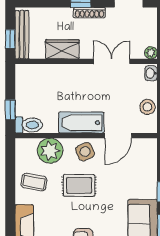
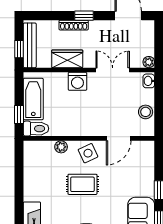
shoe rack: (89, 13) -> (74, 25), moved
washing machine: (74, 74) -> (77, 81), added
bathtub: (81, 123) -> (33, 99), moved, turned 90
plant: (50, 151) -> (61, 147), width x0.53, depth x0.53
coffee table: (34, 182) -> (41, 181), removed

